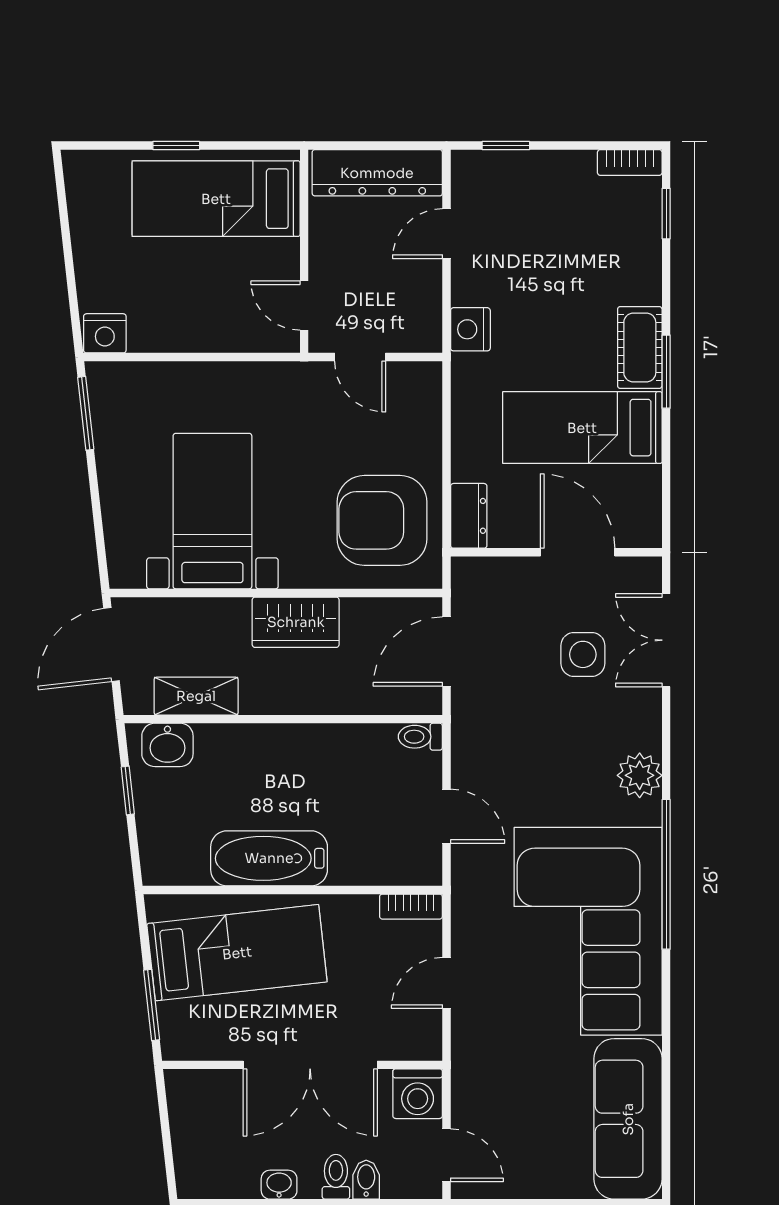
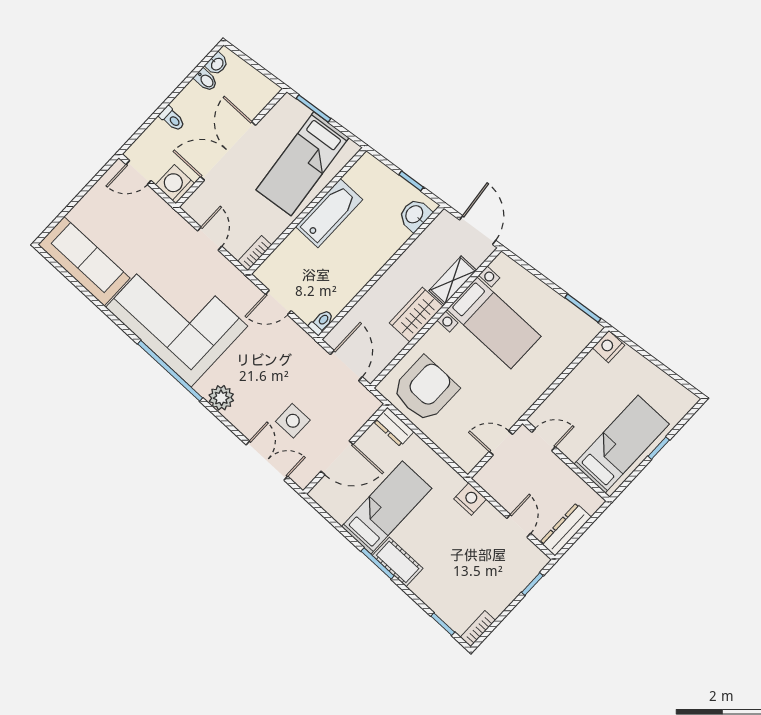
dresser: (377, 173) -> (566, 530), width x0.73, depth x0.80
shelving: (196, 696) -> (453, 280), moved
bidet: (366, 1180) -> (206, 80), moved
washbasin: (279, 1185) -> (217, 64), moved

